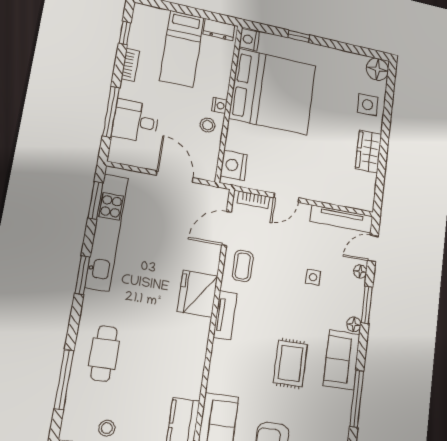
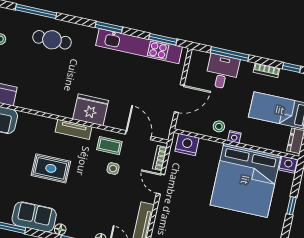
side table: (313, 277) -> (113, 168), moved
rug: (290, 363) -> (51, 168), moved

